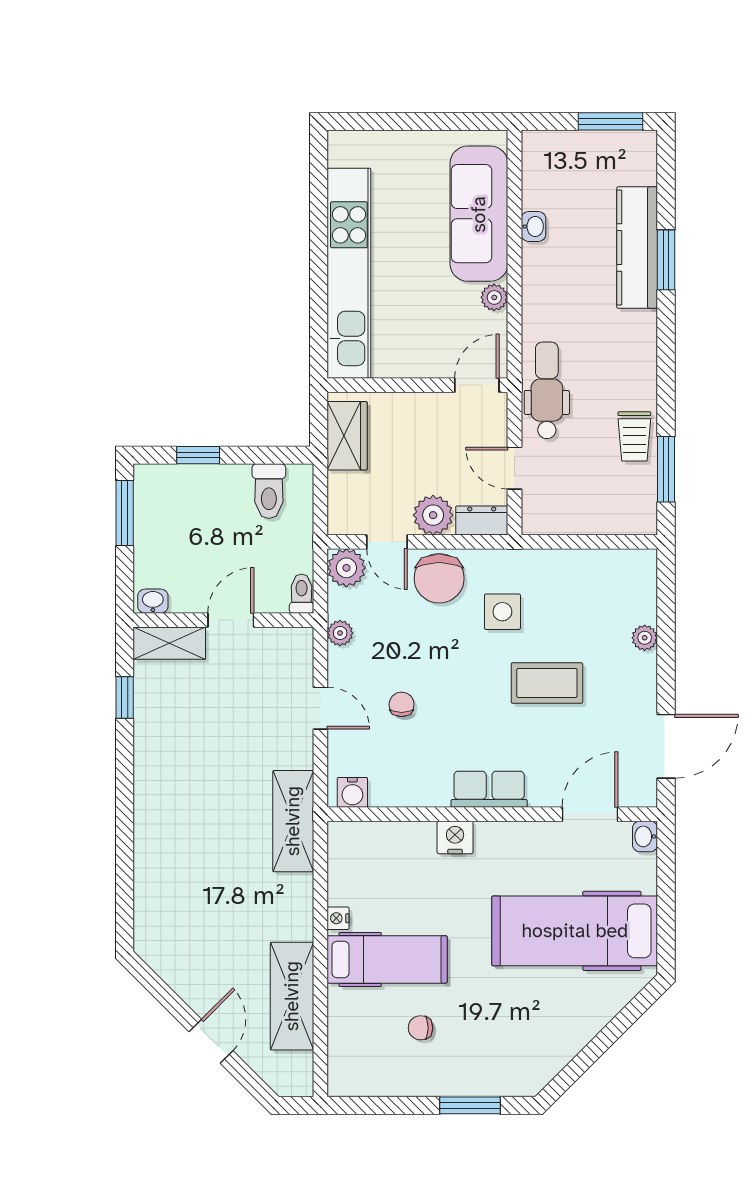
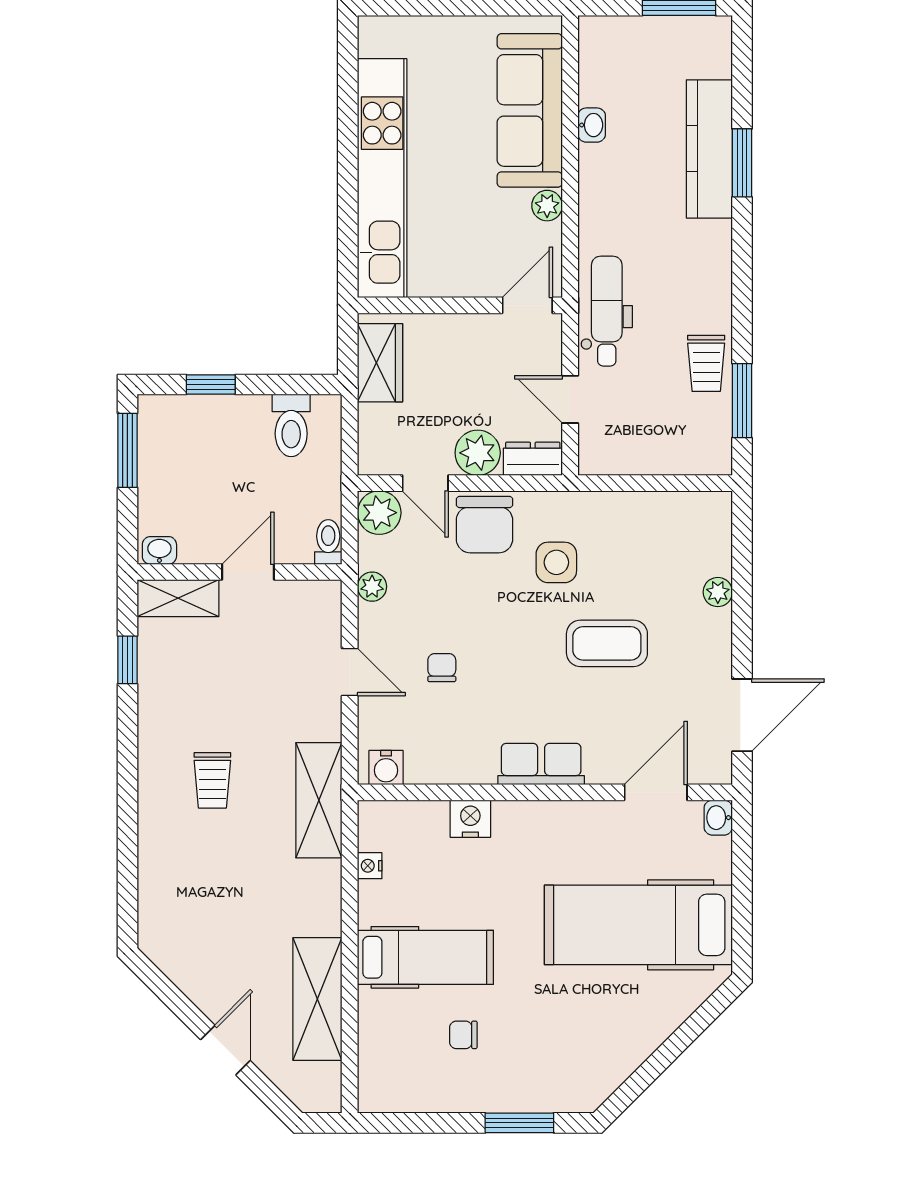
trolley: (199, 804) -> (212, 780), added
nightstand: (455, 837) -> (470, 819), moved
nightstand: (338, 918) -> (370, 866), moved

